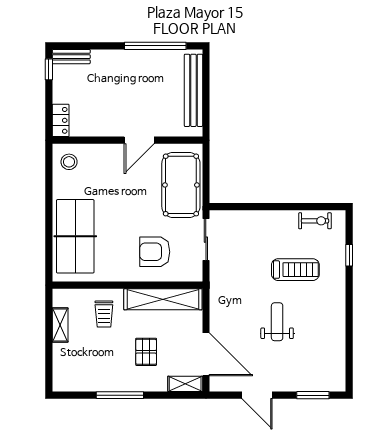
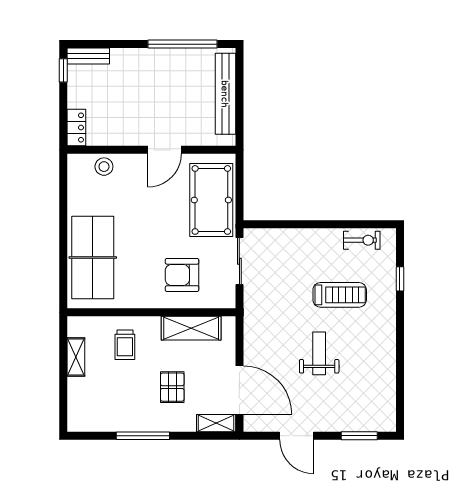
stool: (69, 162) -> (104, 167), moved
shelving: (163, 299) -> (191, 328), width x0.68

